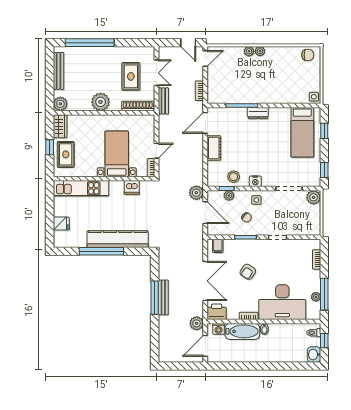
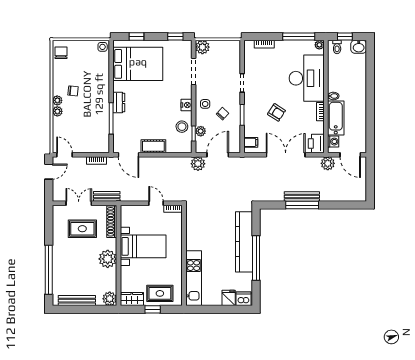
chair: (269, 67) -> (73, 91), added
bed: (302, 132) -> (138, 64), width x1.50
bed with nightstands: (117, 154) -> (143, 246), moved, turned 180
dishwasher: (132, 187) -> (244, 299), moved, turned -90
plant: (316, 297) -> (319, 45), moved

